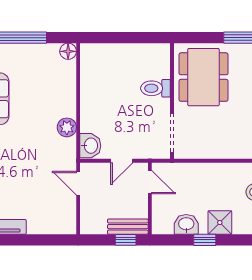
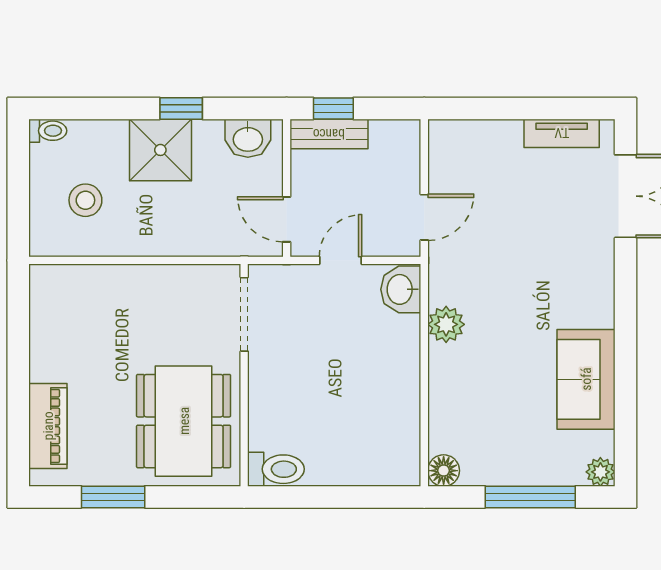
toilet: (155, 88) -> (276, 469), moved
door: (78, 183) -> (424, 217), hinge flipped
shower: (220, 223) -> (160, 150), width x1.36, depth x1.36
washbasin: (186, 224) -> (248, 138), moved

